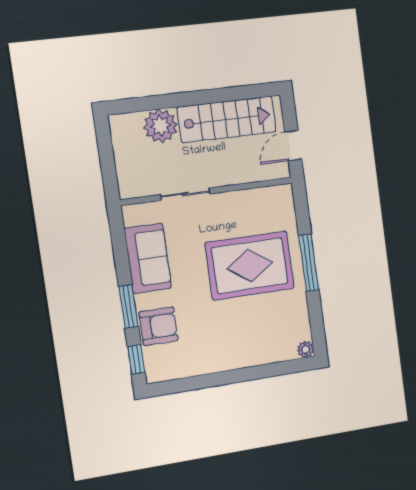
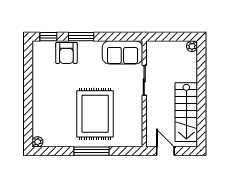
plant: (161, 126) -> (192, 46), moved, width x0.53, depth x0.53
sofa: (148, 258) -> (122, 52), moved

